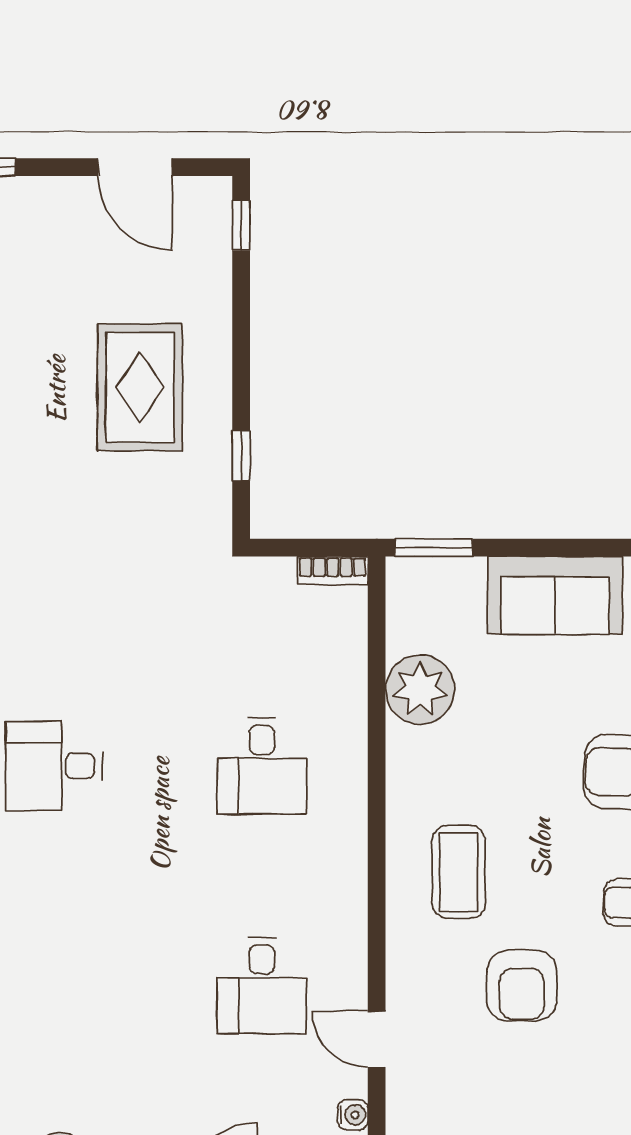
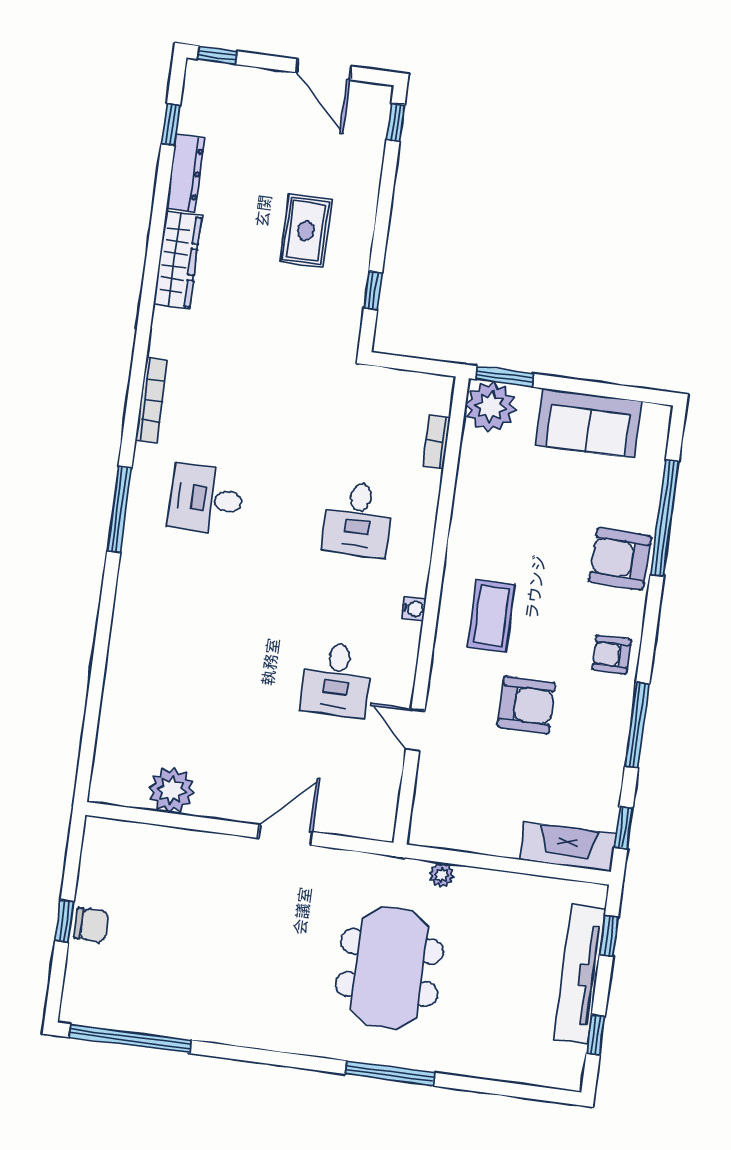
rug: (140, 387) -> (306, 231), width x0.73, depth x0.70
bookcase: (333, 570) -> (437, 442), moved, turned 90
plant: (420, 690) -> (491, 407), moved
armchair: (522, 986) -> (526, 705), turned -90
water cooler: (353, 1115) -> (414, 609), moved

